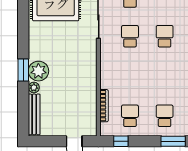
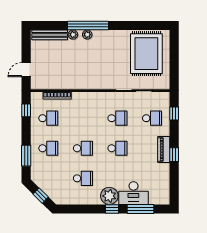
window: (23, 70) -> (88, 26), width x2.11
plant: (38, 71) -> (87, 35), width x0.53, depth x0.53
school desk: (165, 76) -> (83, 148), added

